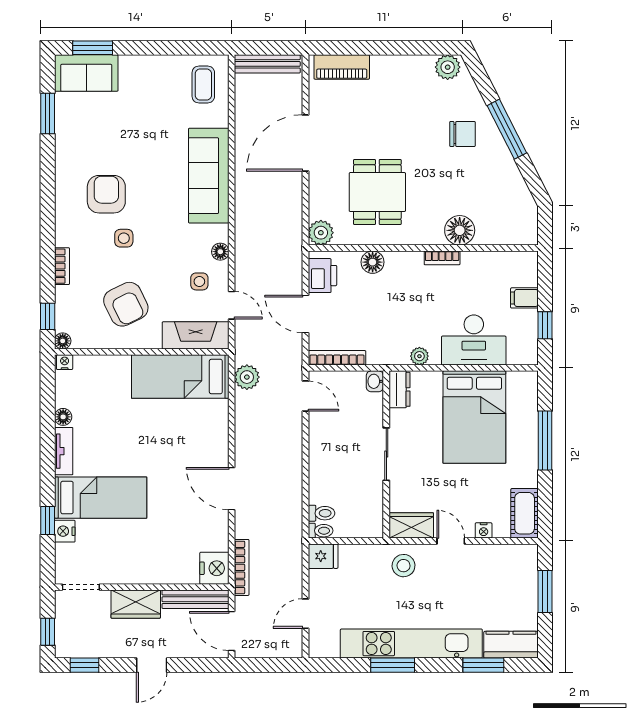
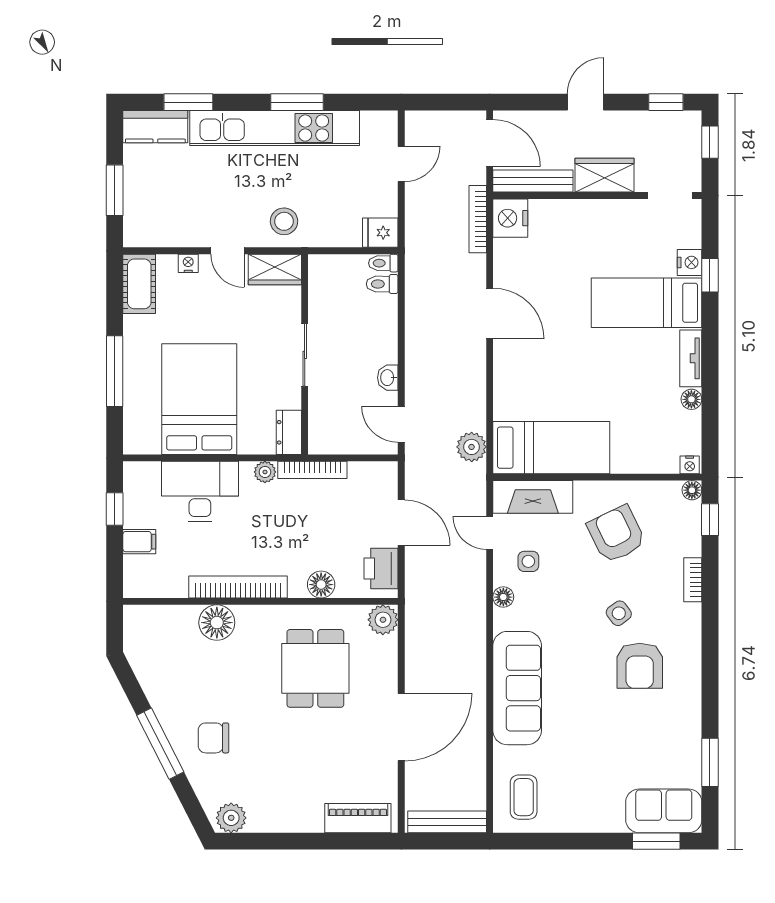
side table: (124, 238) -> (619, 613), turned -37
bookcase: (442, 258) -> (238, 587), width x2.31, depth x1.31
bookcase: (337, 358) -> (312, 470), moved
washbasin: (375, 381) -> (388, 378), moved, turned 180

